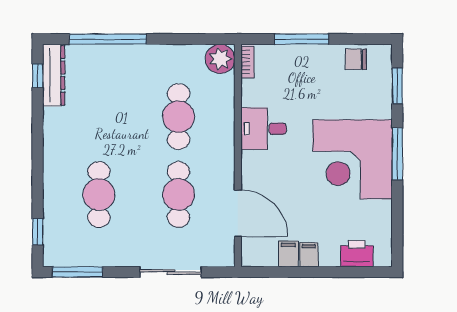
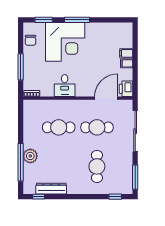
plant: (220, 59) -> (30, 156), moved
dresser: (54, 75) -> (51, 189), moved
corner desk: (352, 159) -> (65, 42), moved
cafe table: (99, 194) -> (97, 166), turned 90
filing cabinet: (288, 254) -> (126, 53), moved
printer: (357, 254) -> (126, 89), moved
sliding door: (171, 272) -> (135, 131), width x1.36

